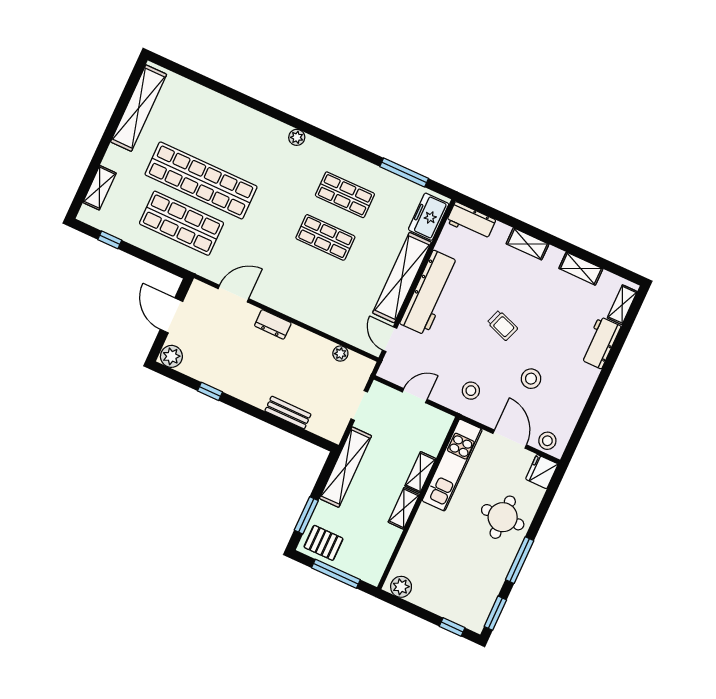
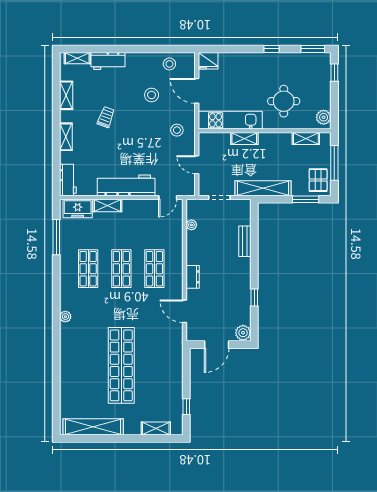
shop shelf: (181, 223) -> (154, 269), moved, width x0.70, depth x0.74
shelving: (402, 278) -> (107, 206), width x0.45, depth x0.75
trolley: (502, 325) -> (106, 117), moved
door: (510, 439) -> (197, 91), hinge flipped
stool: (547, 441) -> (169, 64), moved
shelving: (404, 508) -> (306, 139), moved
round table: (503, 517) -> (284, 101), moved
window: (520, 560) -> (272, 49), width x0.46

